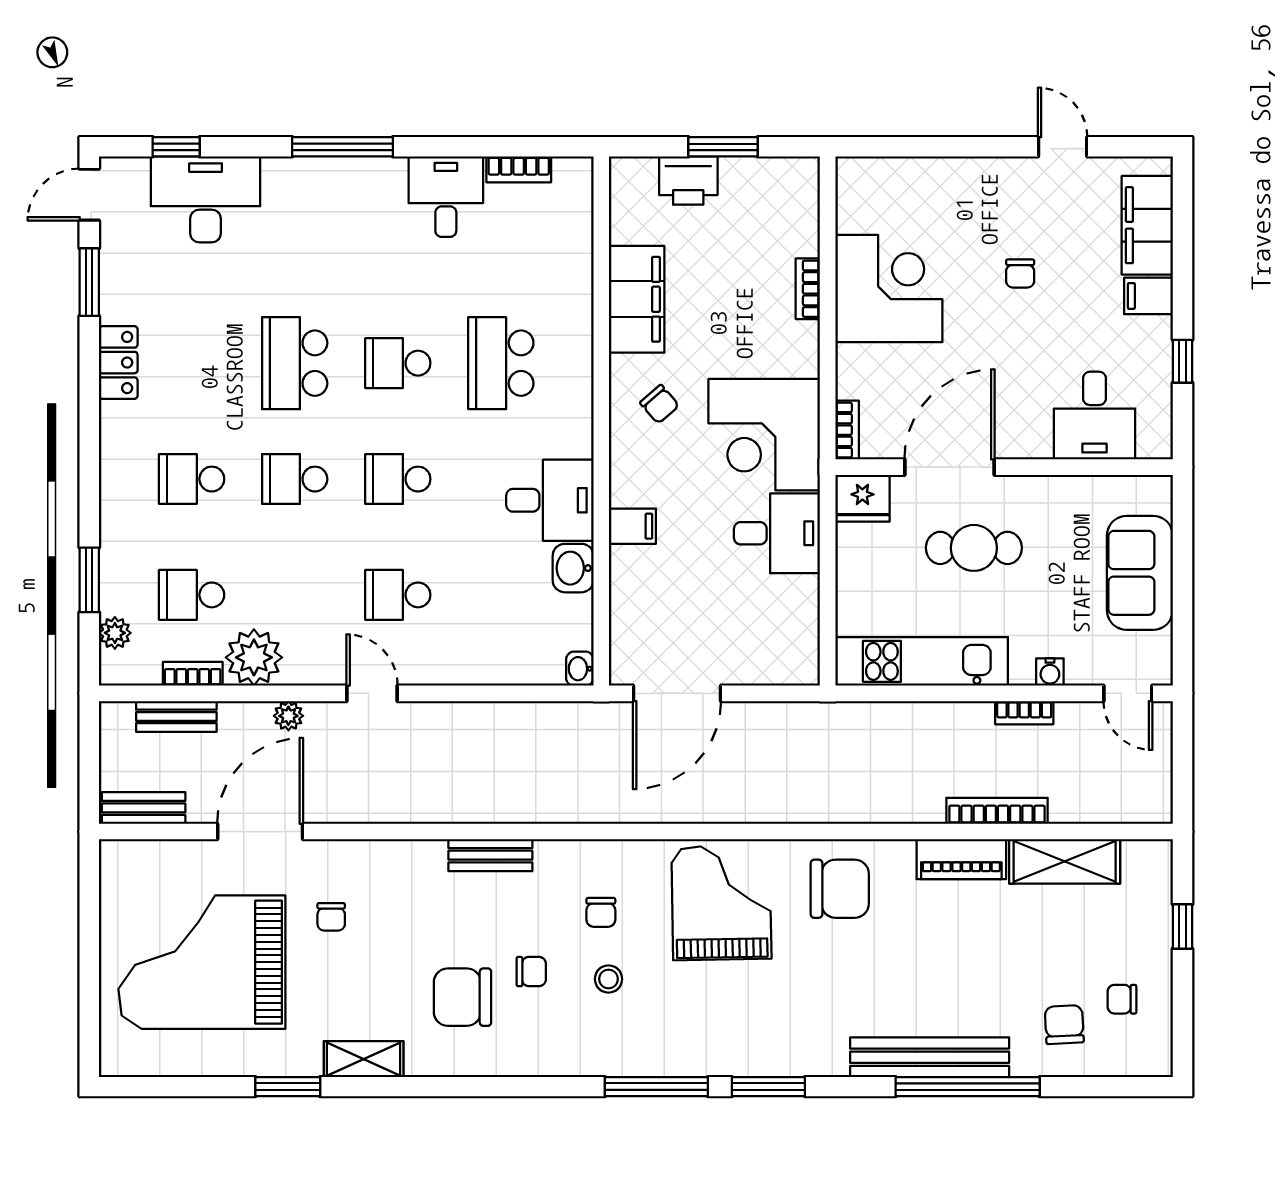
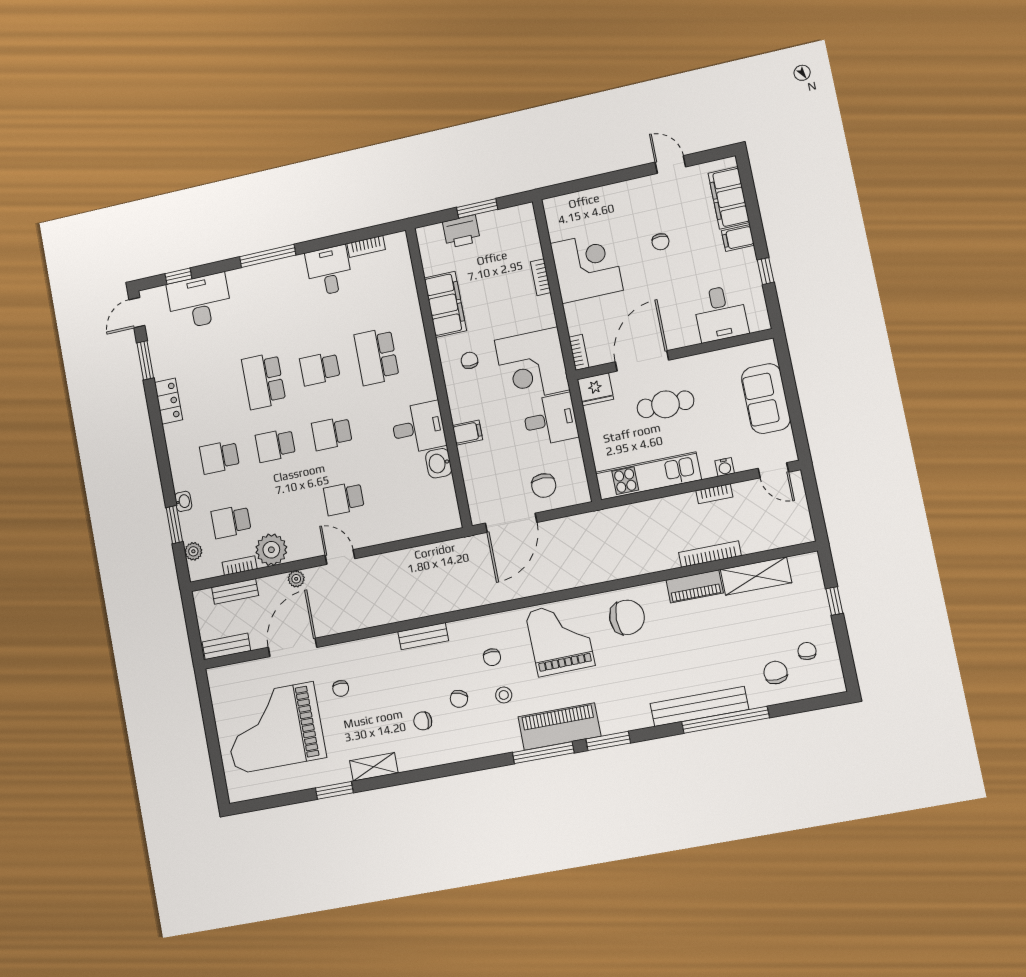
chair: (660, 404) -> (469, 360), turned -139
chair: (744, 642) -> (544, 486), added
washbasin: (580, 669) -> (183, 501), moved, turned 180
chair: (531, 972) -> (459, 699), turned 111
chair: (462, 997) -> (423, 721), width x0.54, depth x0.54
chair: (1122, 999) -> (807, 651), turned 96
piano: (692, 1048) -> (559, 727), added

